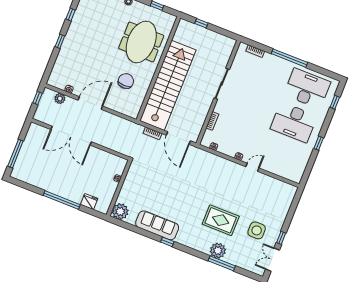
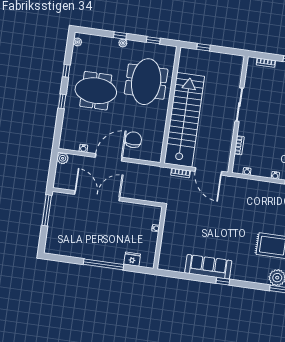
meeting table: (93, 39) -> (96, 91), added
chair: (126, 81) -> (133, 140), moved
window: (37, 98) -> (53, 165), removed
plant: (60, 98) -> (63, 158), moved
double door: (71, 136) -> (97, 196), swing flipped
window: (15, 154) -> (47, 210), moved
plant: (120, 212) -> (167, 262), removed

